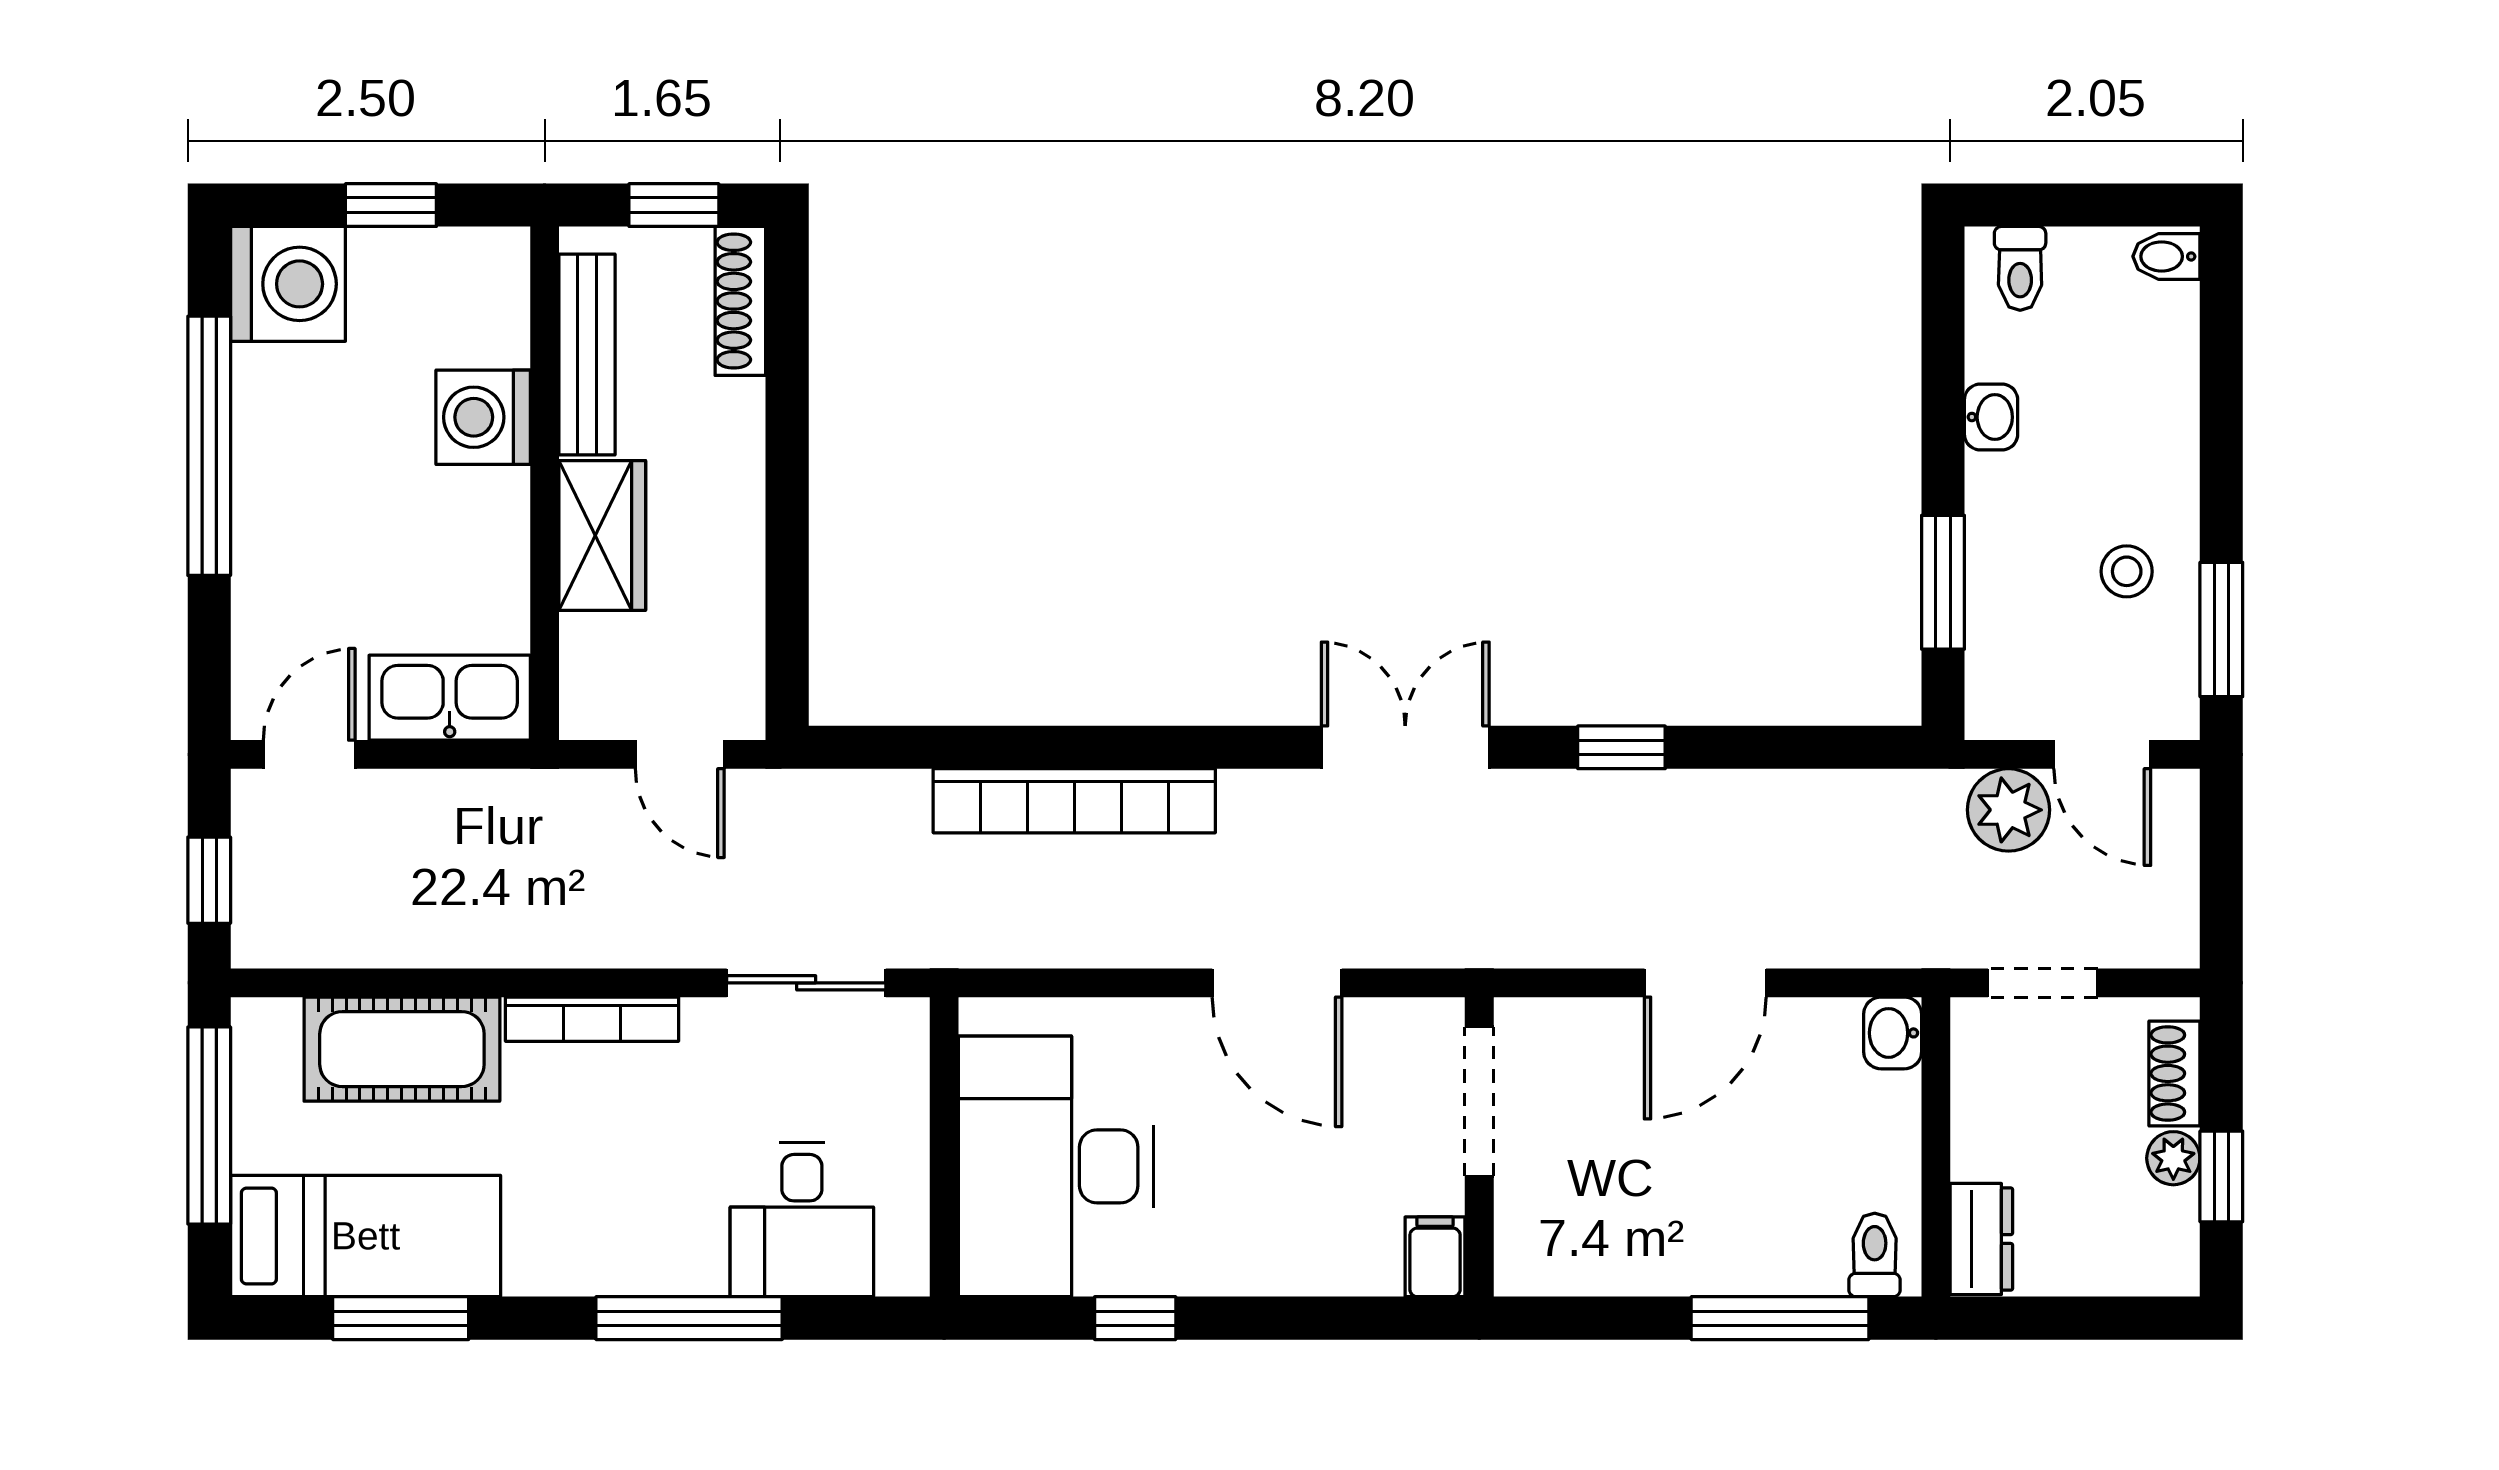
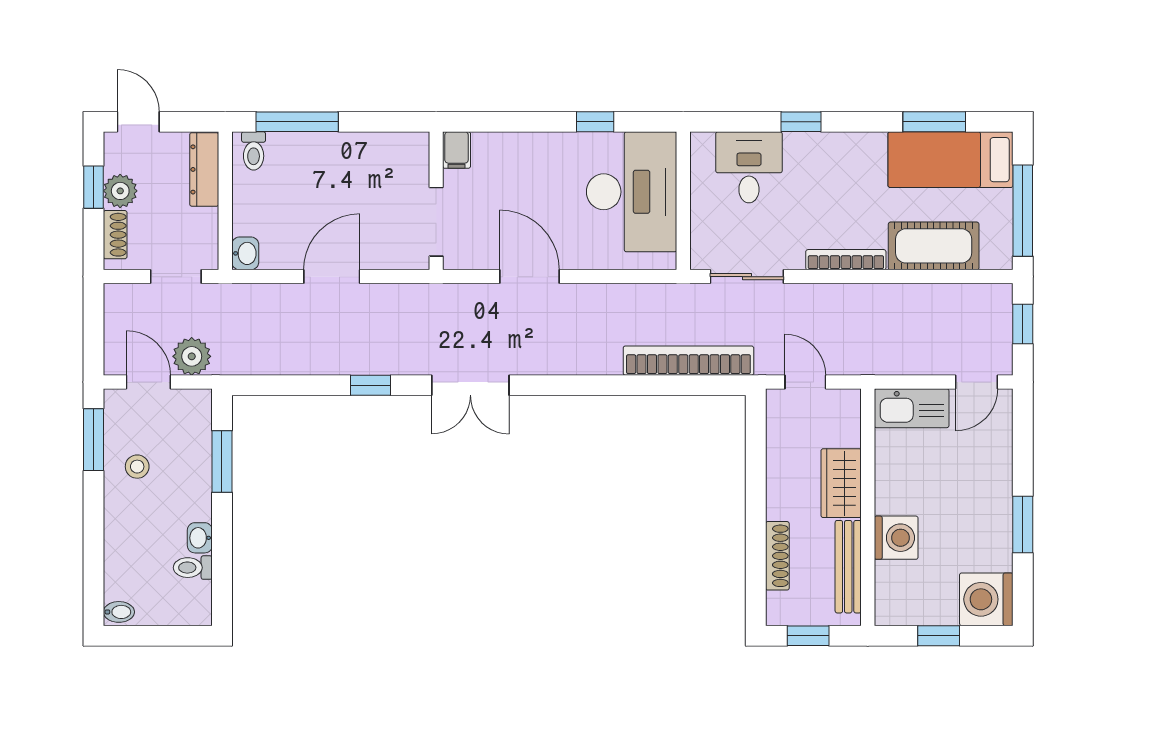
toilet: (2020, 268) -> (193, 568), moved, turned -90
shoe rack: (740, 301) -> (777, 556), moved
window: (209, 446) -> (1023, 525), width x0.47
bookcase: (1074, 801) -> (688, 361), moved
plant: (2173, 1158) -> (120, 191), width x1.38, depth x1.38
dresser: (1981, 1239) -> (204, 169), width x1.44
window: (689, 1318) -> (801, 122), width x0.46
door: (2124, 1318) -> (138, 122), added

